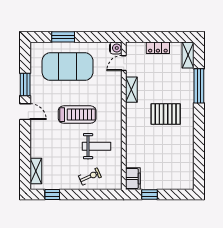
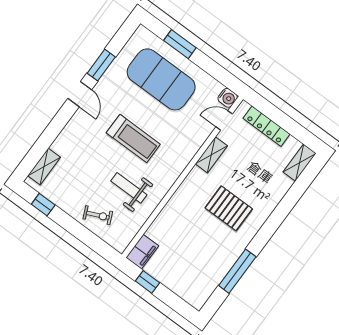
locker: (158, 48) -> (267, 126), width x1.53
window: (199, 86) -> (237, 271), moved
weight bench: (96, 146) -> (129, 188), turned 180

